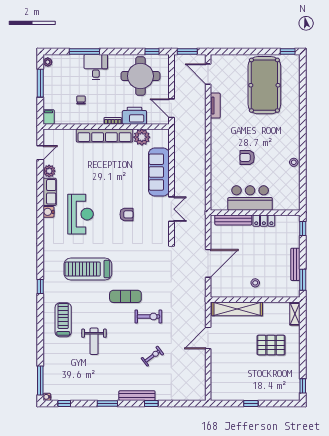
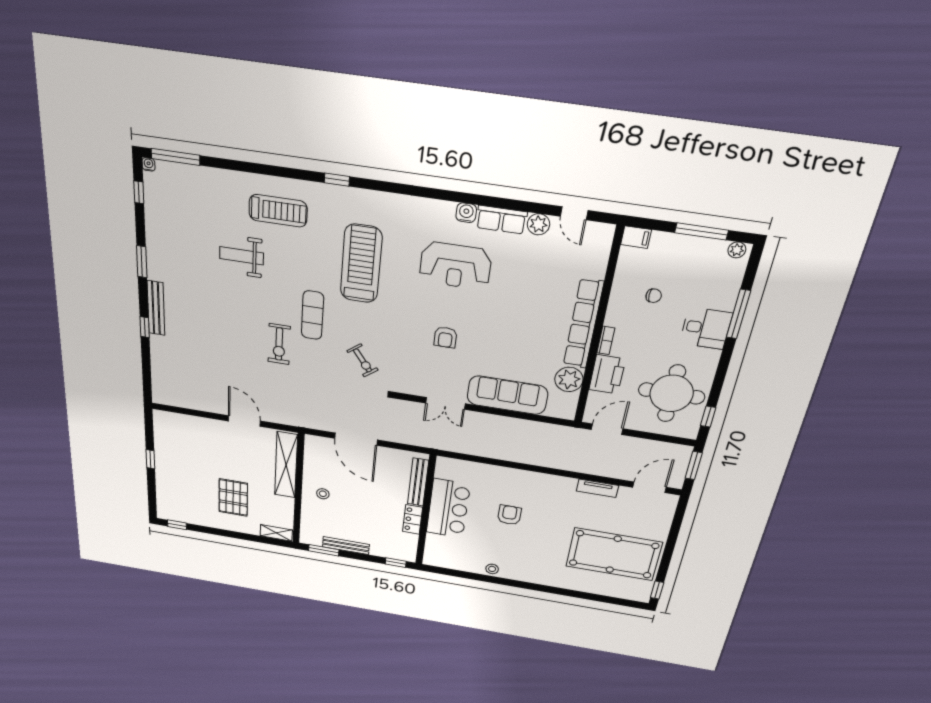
exercise bike: (152, 356) -> (362, 360), moved

